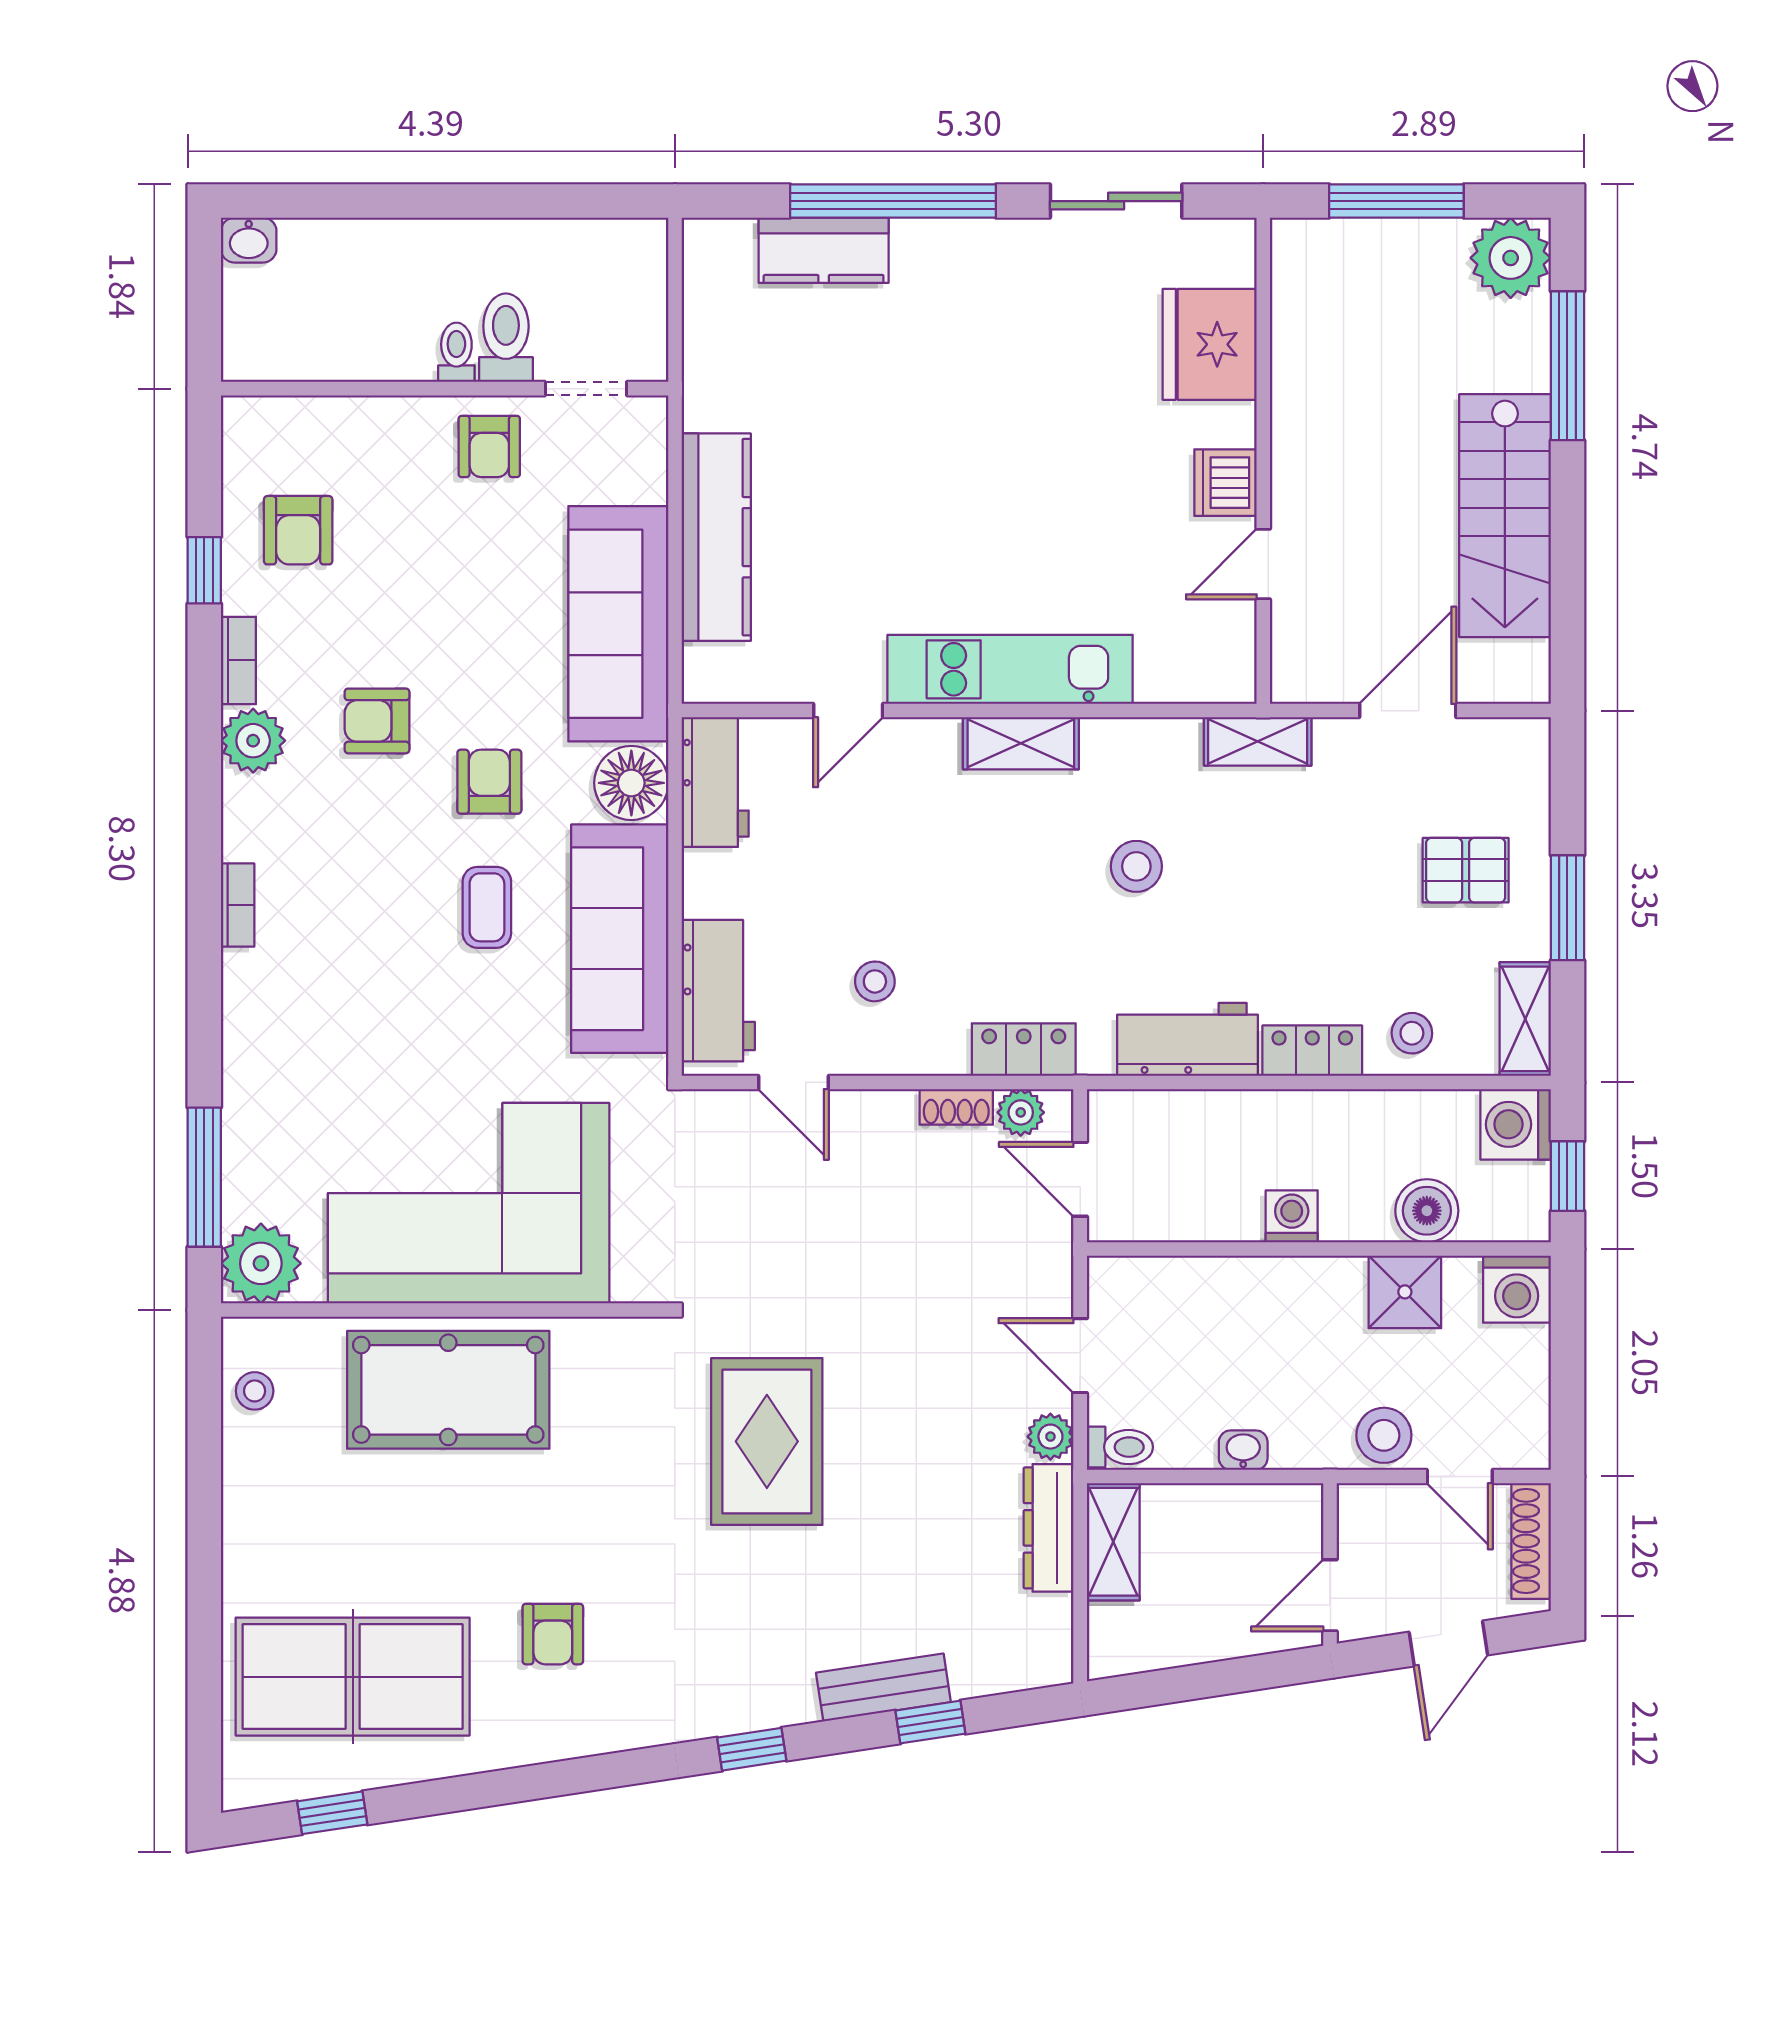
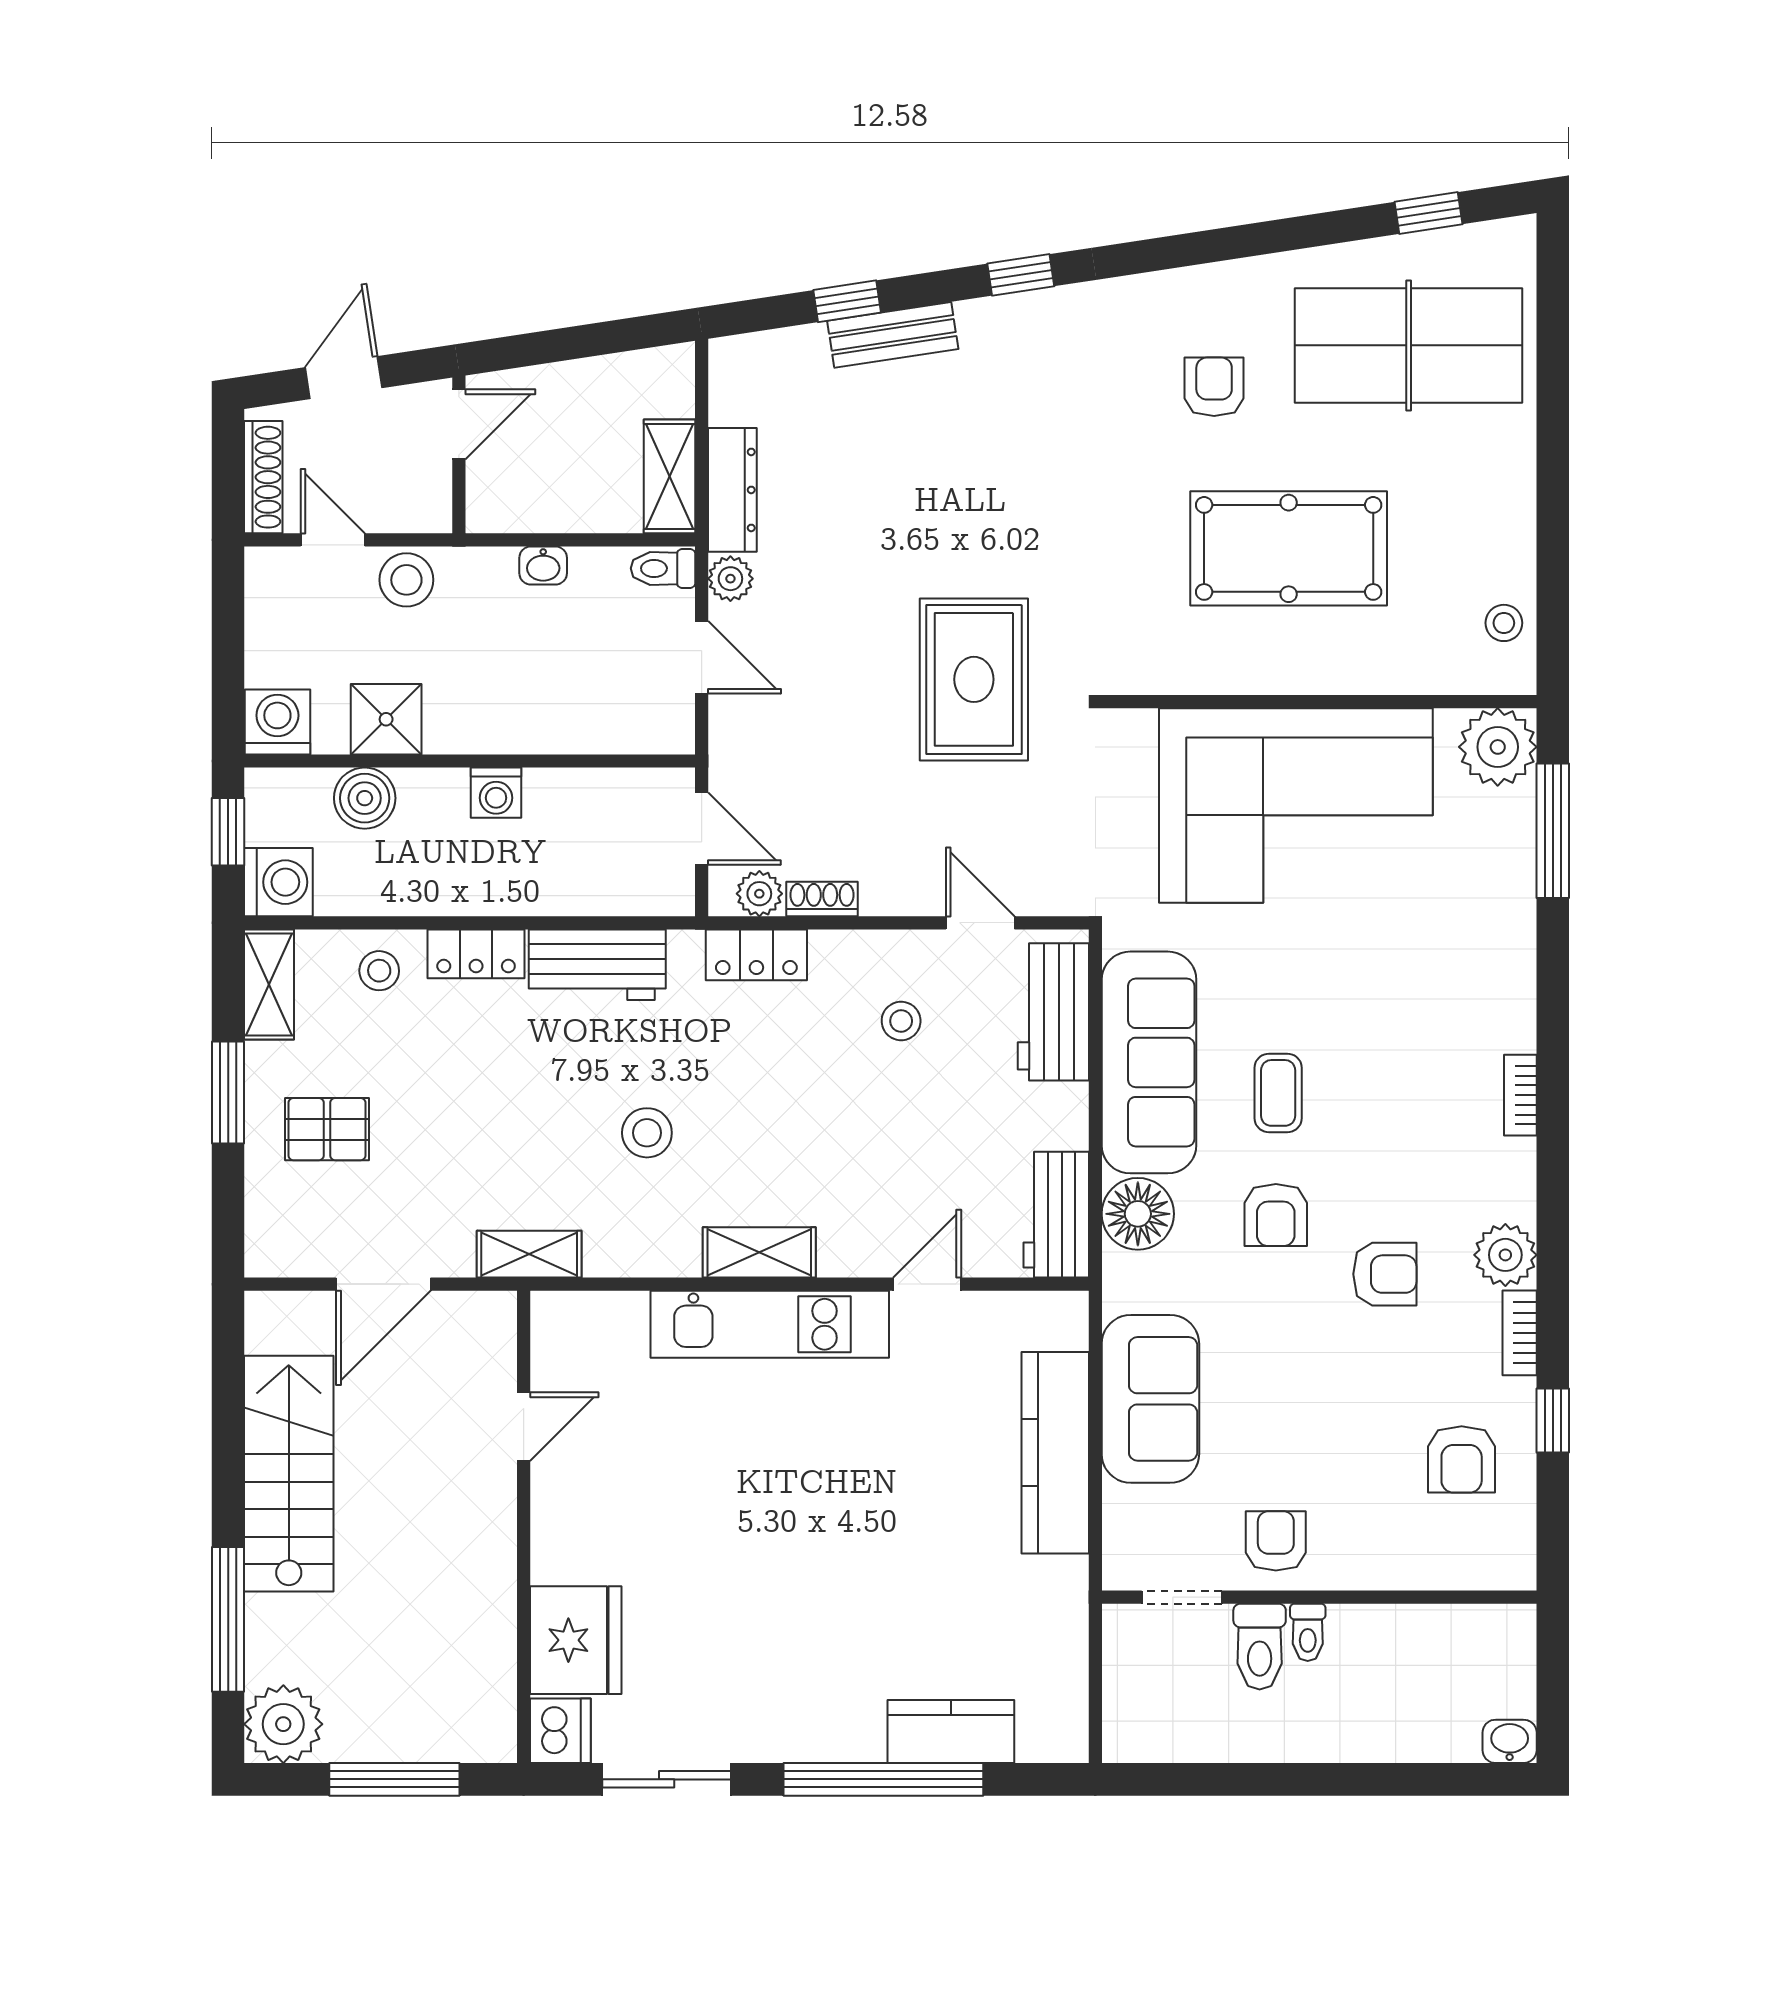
dishwasher: (1225, 483) -> (560, 1731), moved
armchair: (298, 530) -> (1462, 1459), turned 180
sofa: (618, 624) -> (1150, 1399), width x0.73
pool table: (448, 1390) -> (1289, 548), moved
rug: (767, 1441) -> (974, 679), moved

